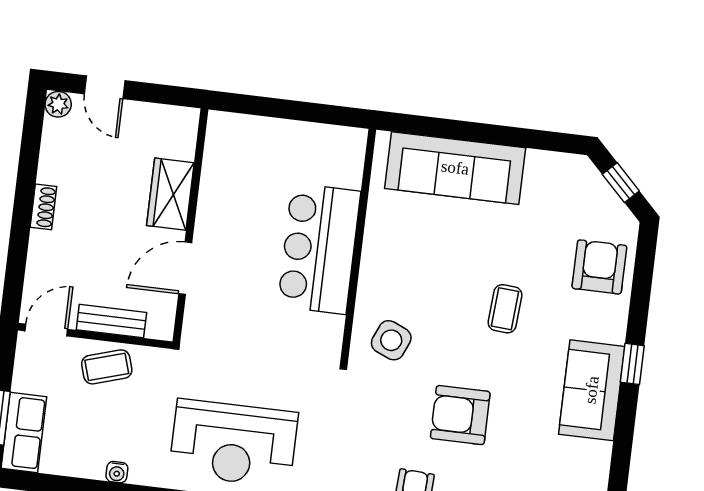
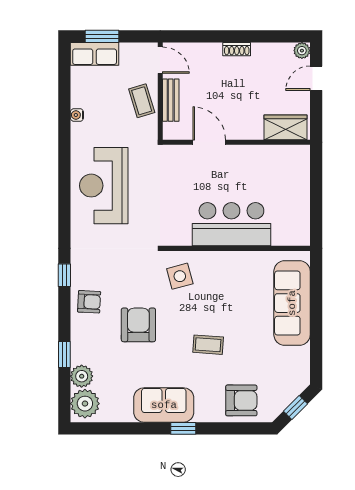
wardrobe: (170, 194) -> (286, 127), moved
side table: (391, 340) -> (180, 276), turned -38

